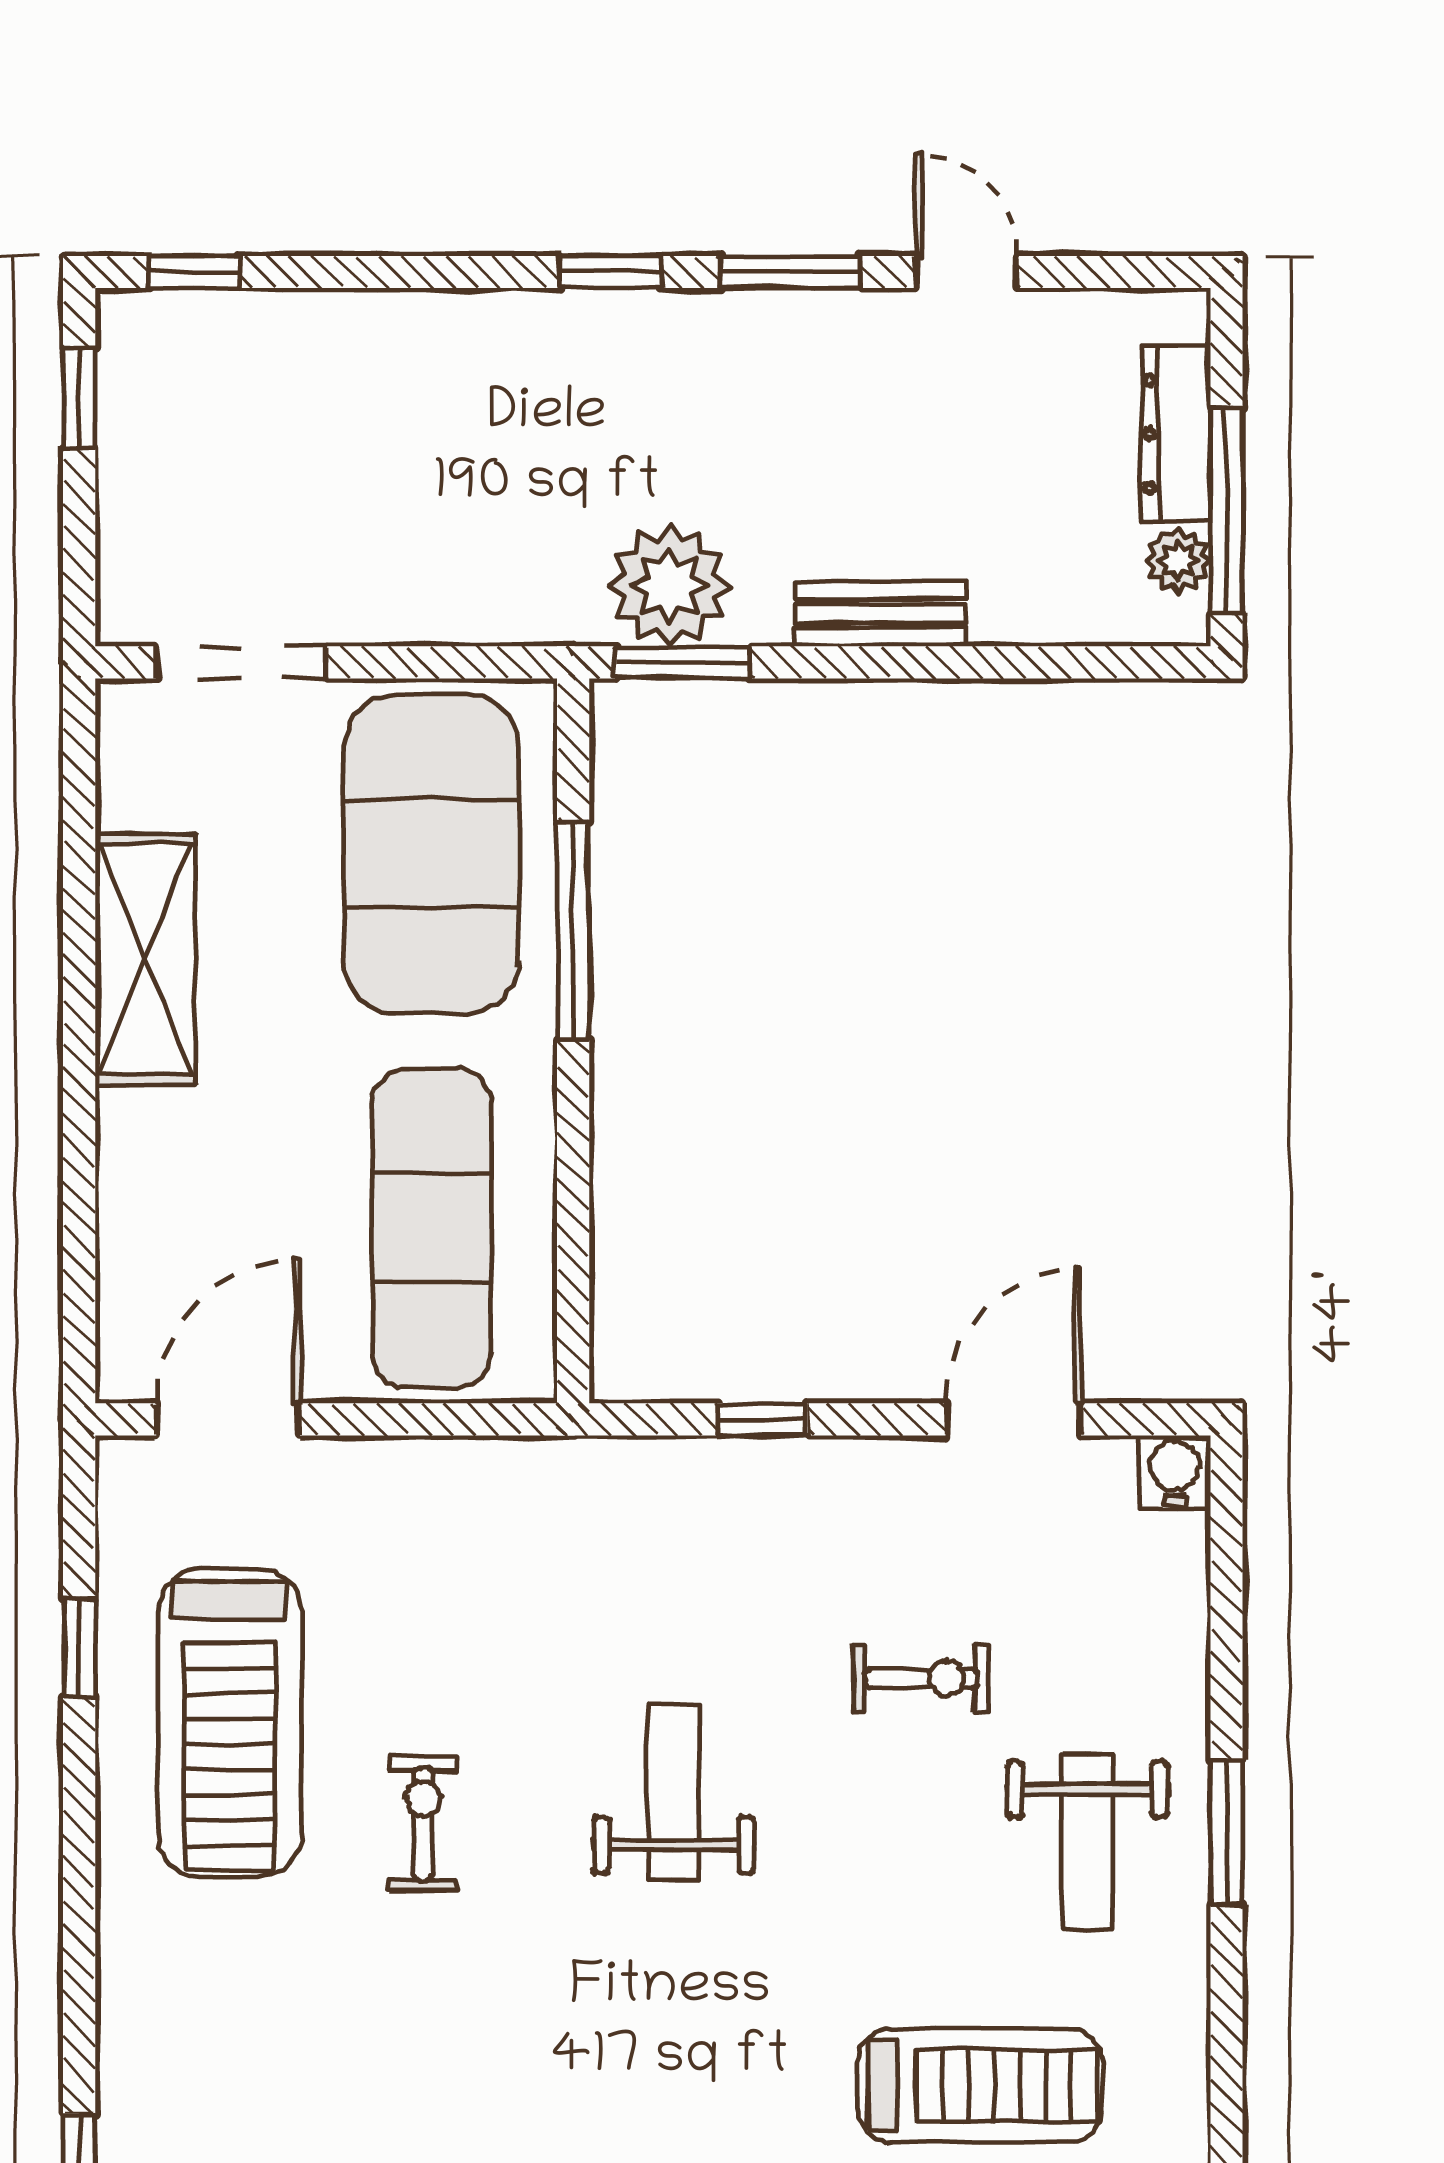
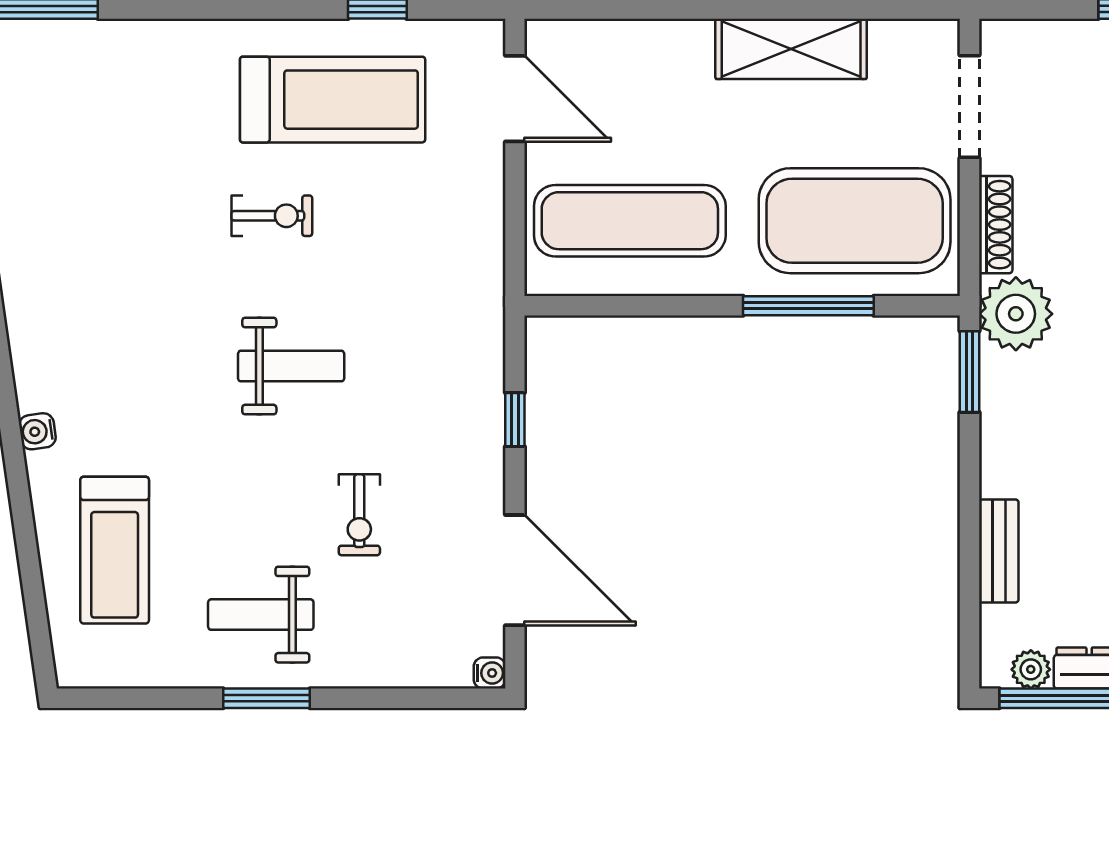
plant: (669, 585) -> (1016, 314), moved
bench: (880, 614) -> (999, 551), moved
shoe rack: (438, 619) -> (996, 225), added
door: (1013, 1419) -> (515, 570), width x1.36
water cooler: (1174, 1471) -> (490, 673), width x0.72, depth x0.72
treadmill: (230, 1723) -> (333, 100), turned 180

